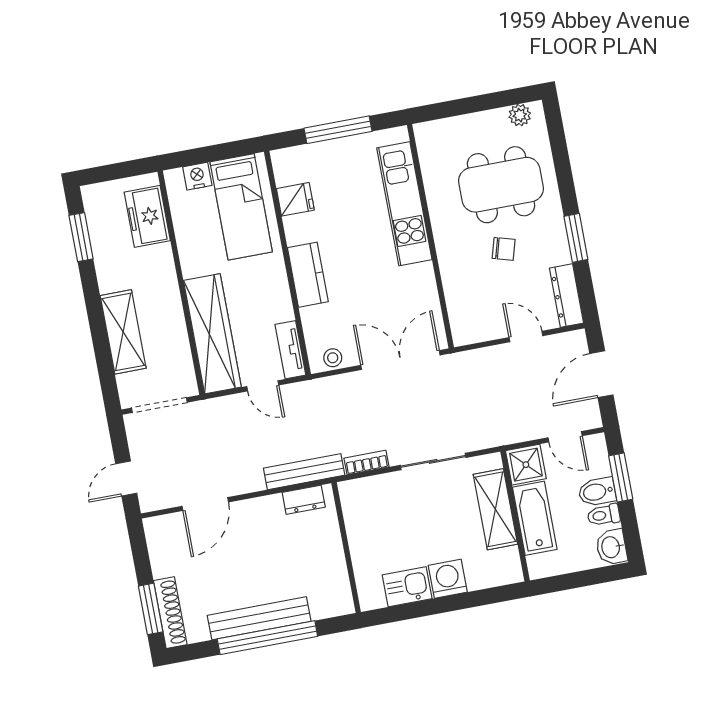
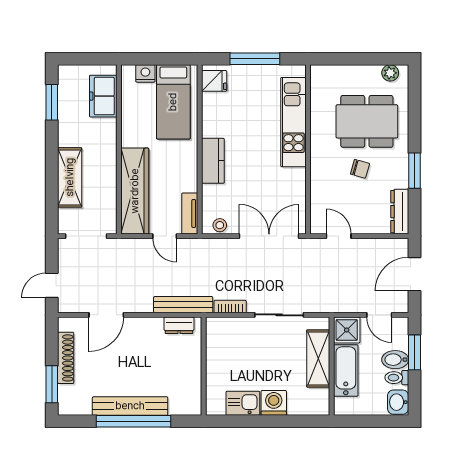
fridge: (295, 199) -> (214, 81), moved
door: (526, 337) -> (339, 236), moved
shoe rack: (170, 613) -> (66, 358), moved

